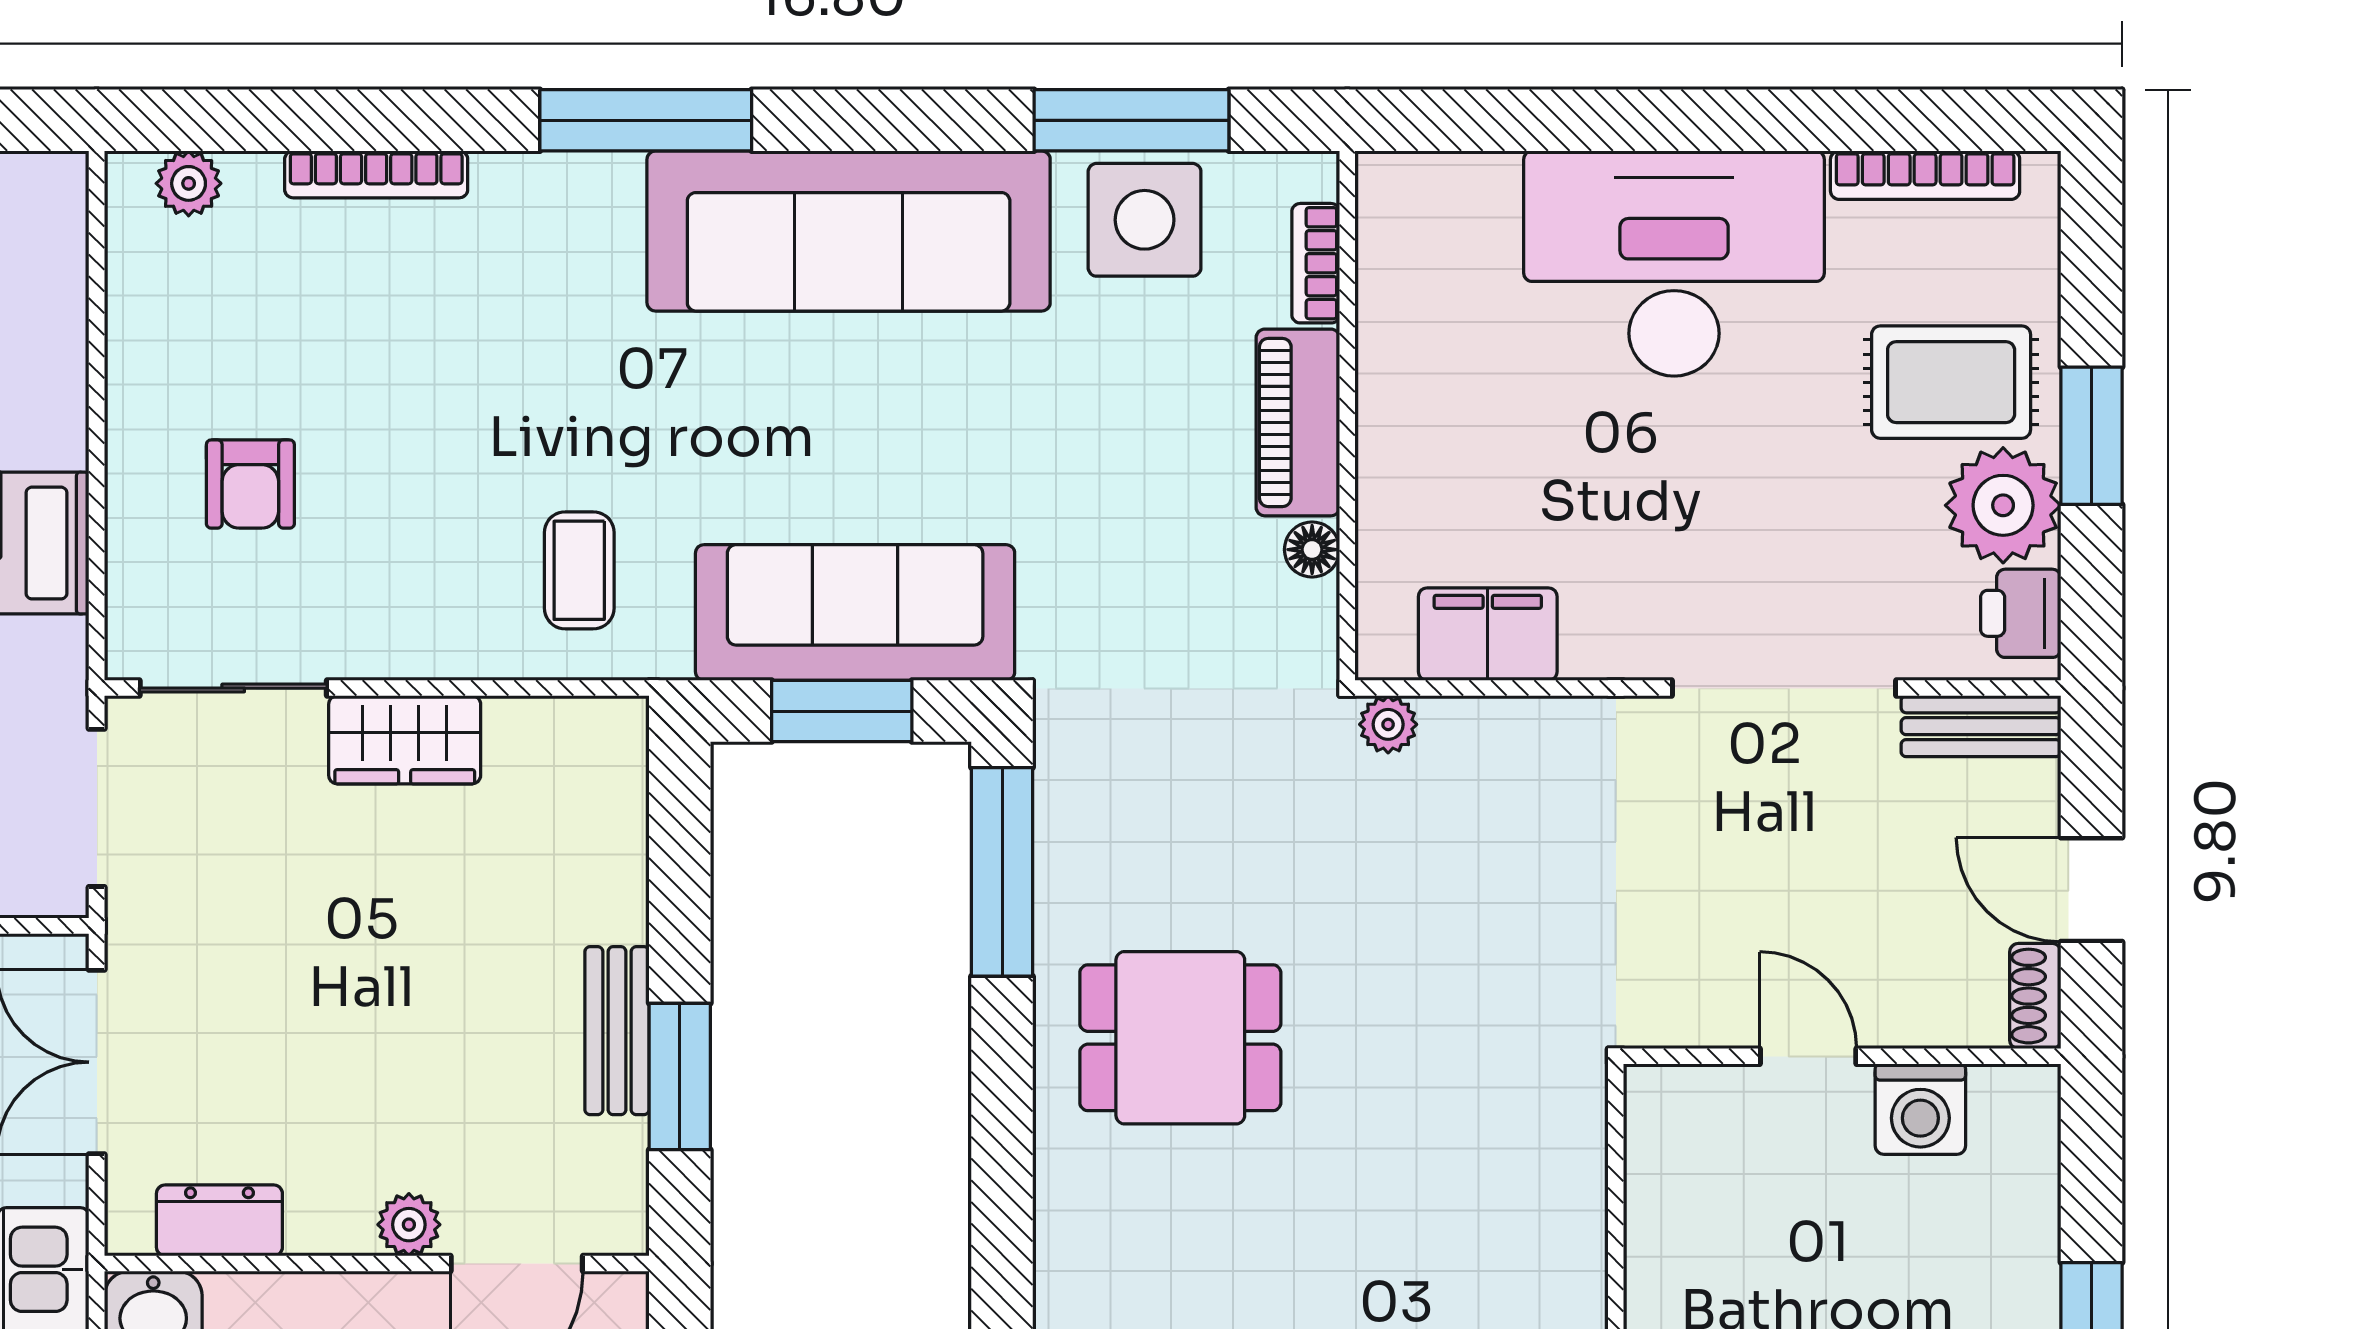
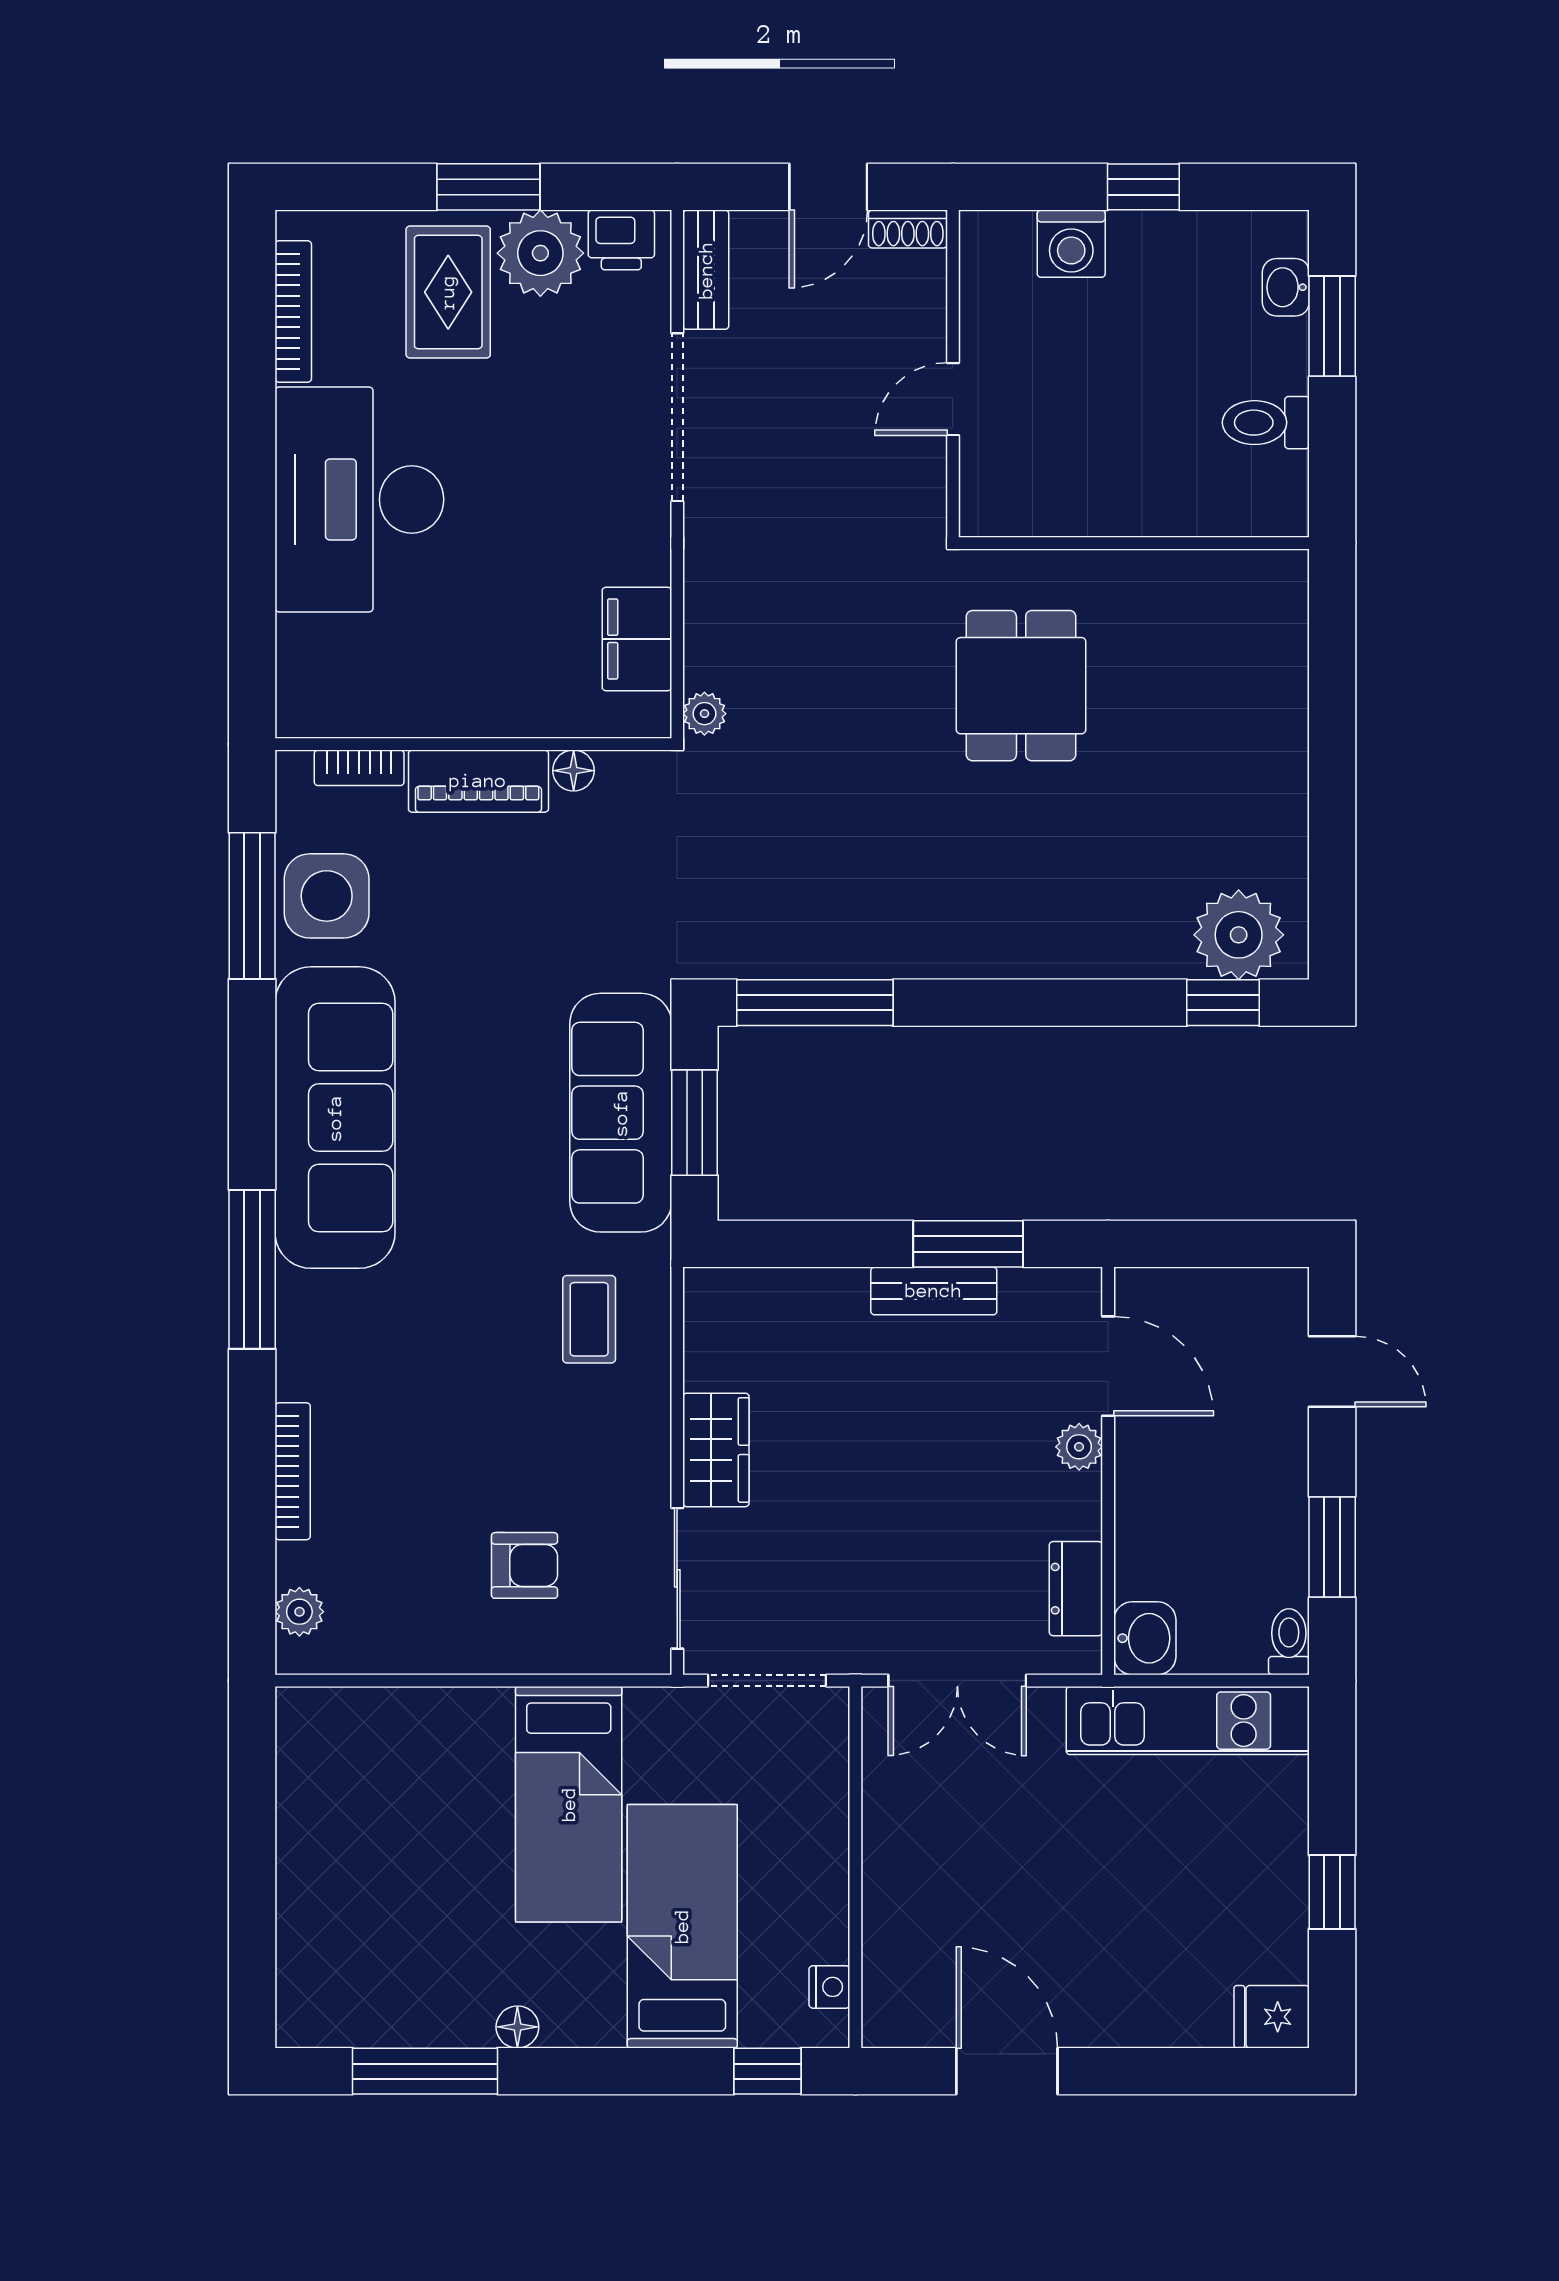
coffee table: (579, 570) -> (589, 1319), turned 90
dining table: (1180, 1038) -> (1021, 686), moved
washing machine: (1920, 1109) -> (1071, 244), moved, turned 90

